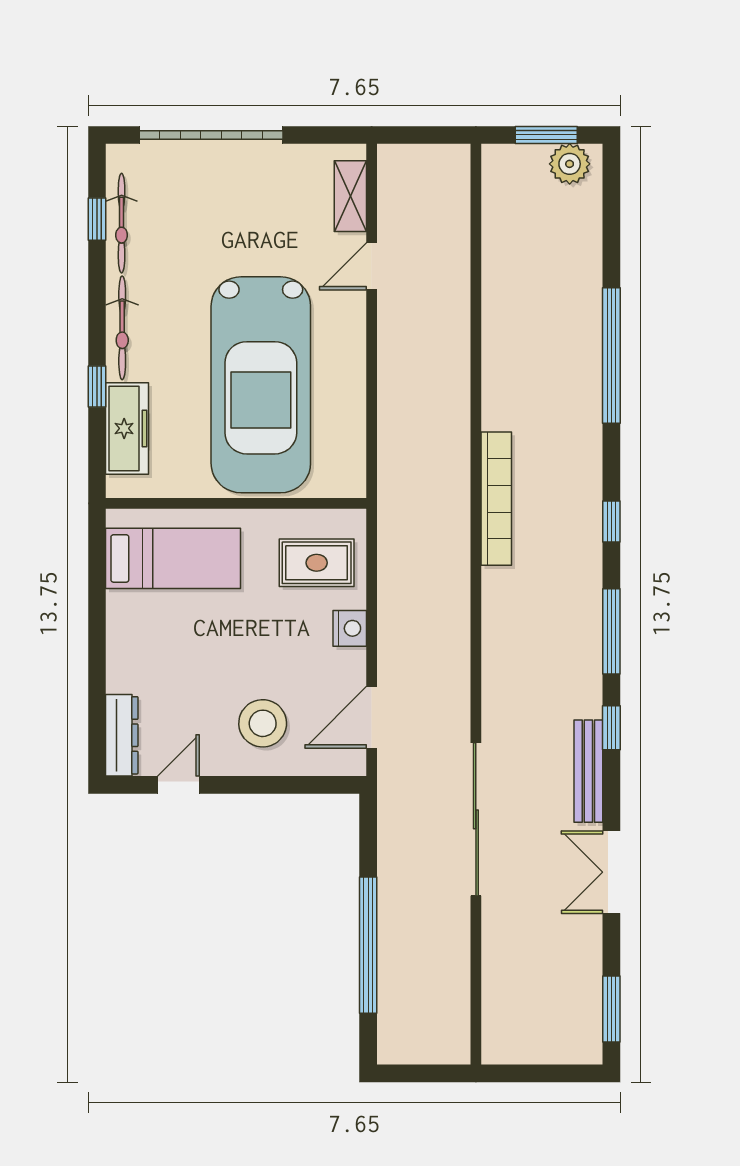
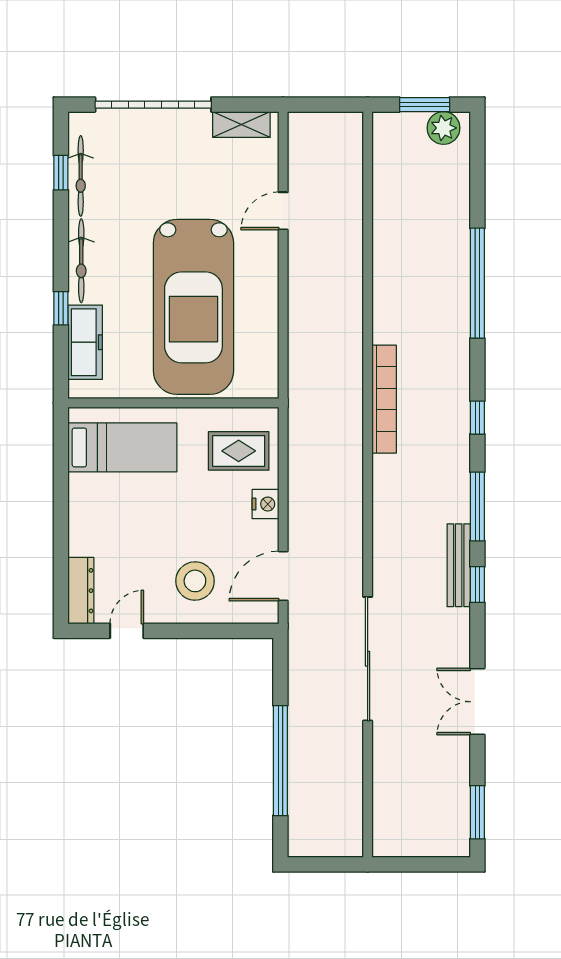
shelving: (350, 196) -> (241, 125), moved, turned 90
bench: (588, 771) -> (459, 565), moved

